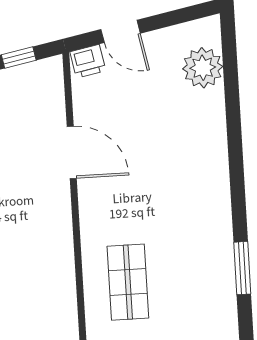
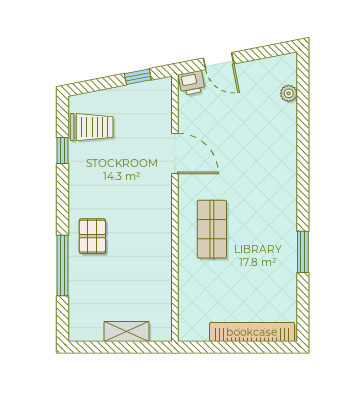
plant: (203, 68) -> (289, 93), width x0.53, depth x0.53
shop shelf: (128, 282) -> (212, 229), moved

